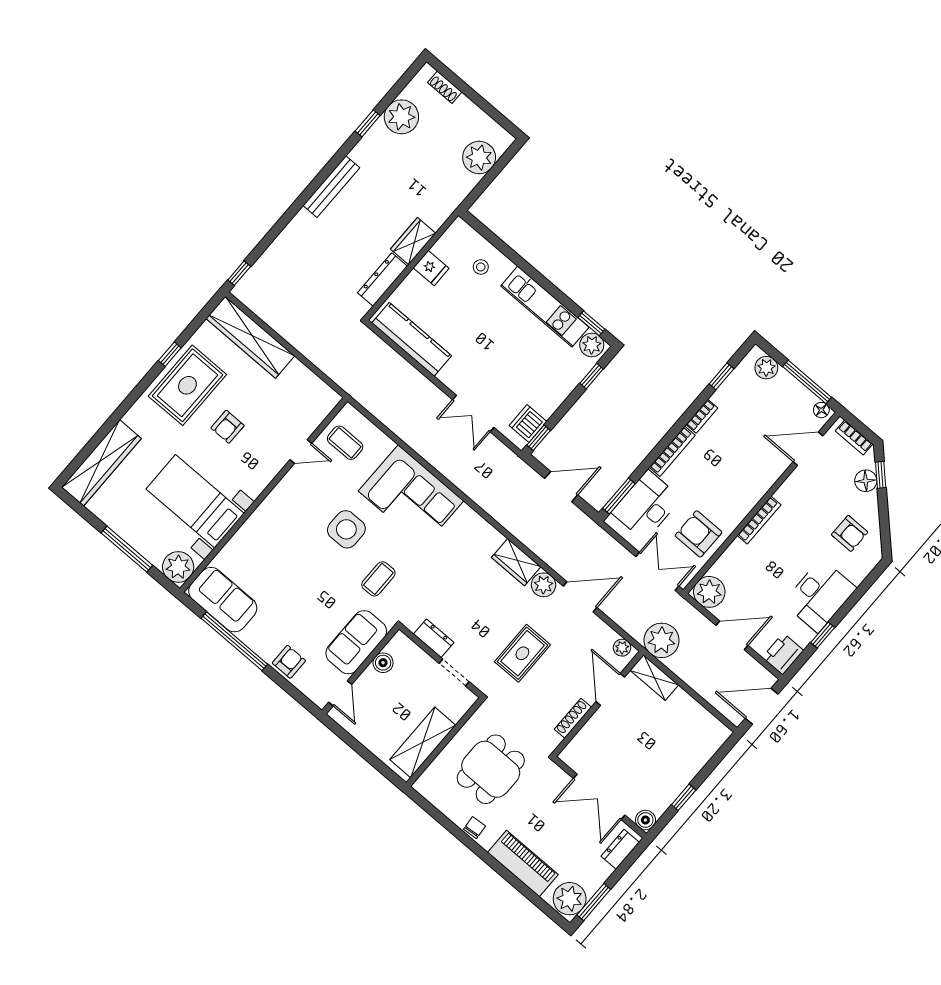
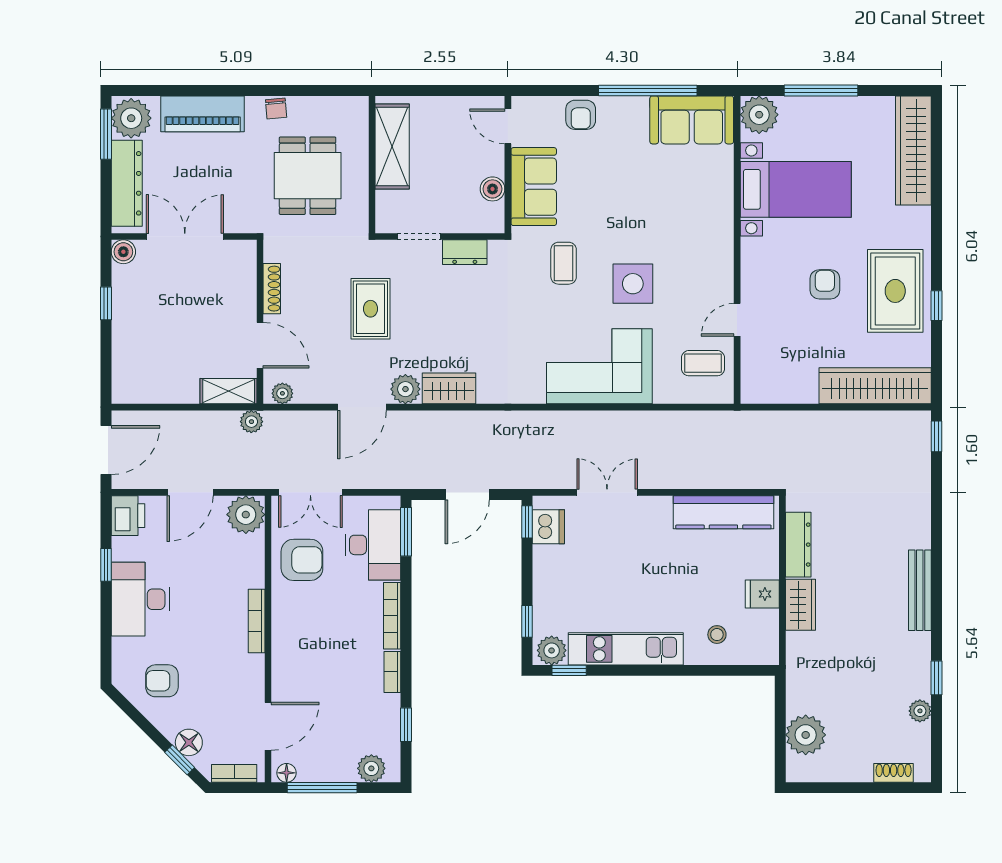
plant: (401, 117) -> (920, 711), width x0.53, depth x0.53
plant: (662, 640) -> (251, 422), width x0.53, depth x0.53
dresser: (620, 849) -> (127, 183), width x1.96, depth x1.24

